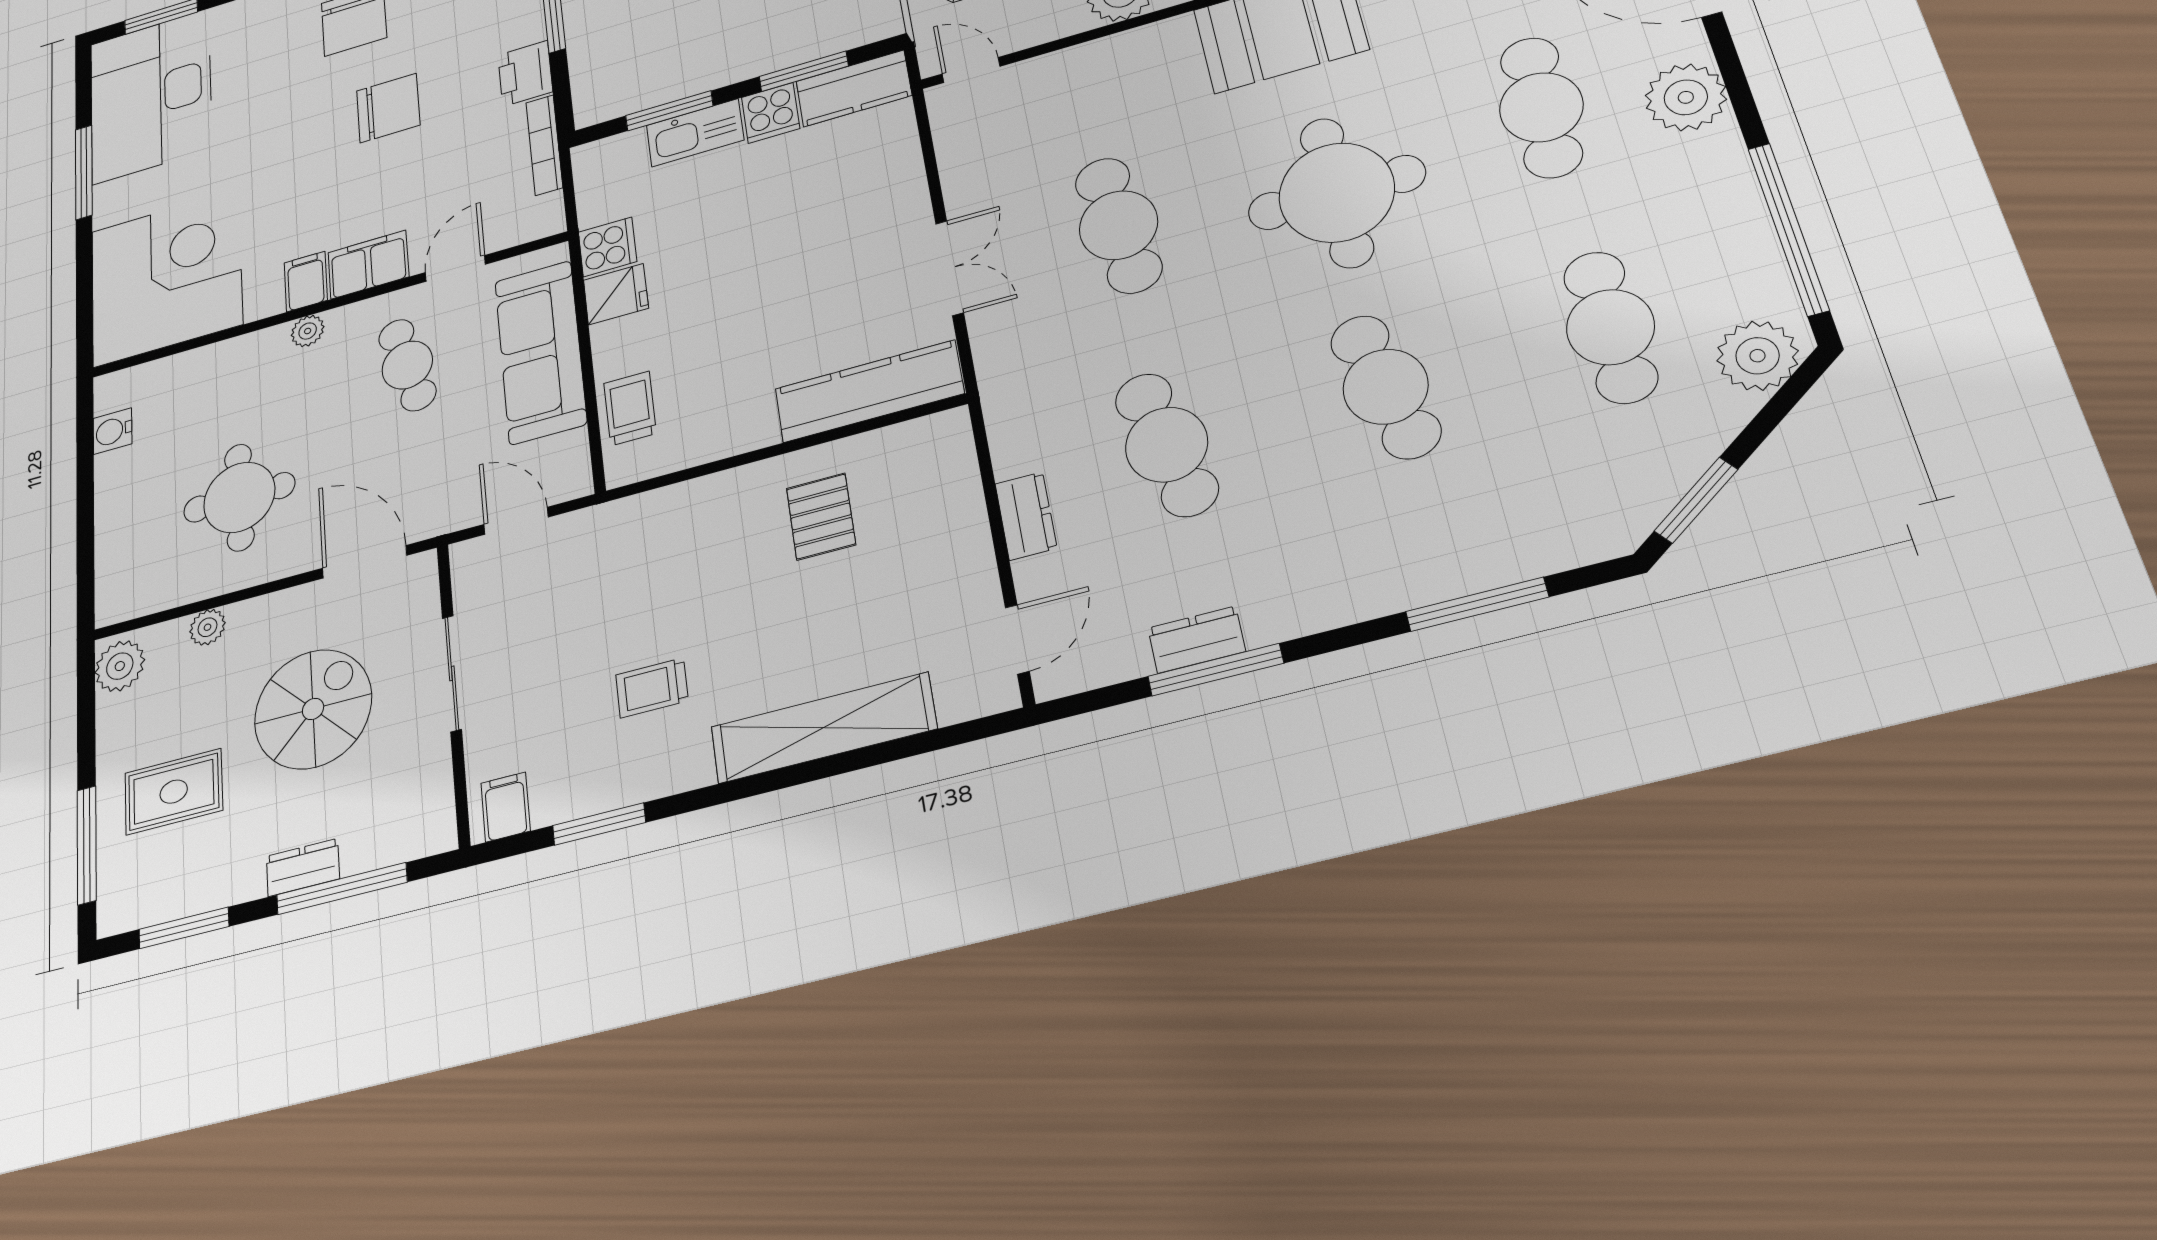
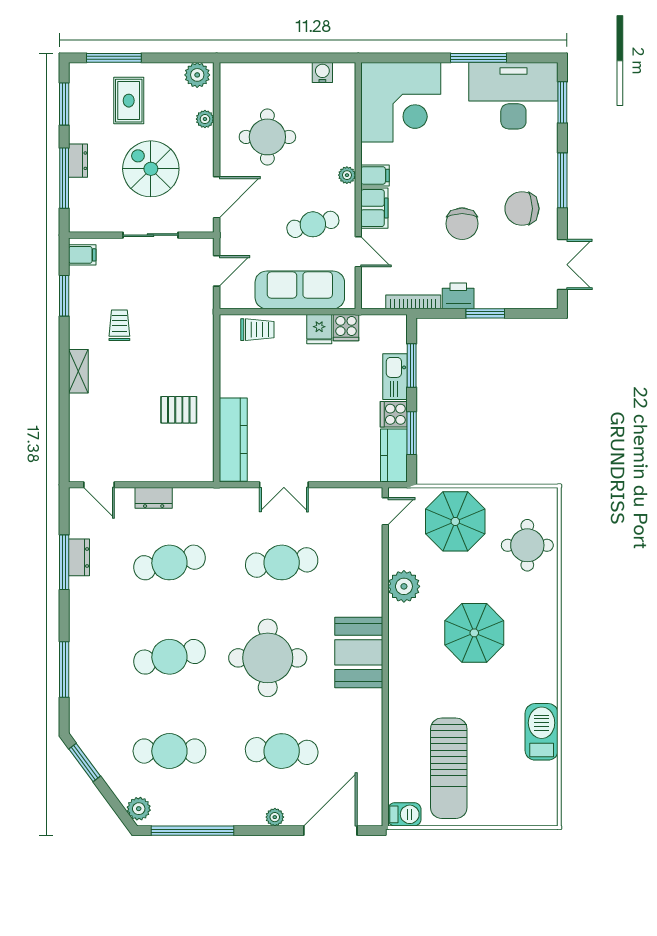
plant: (1686, 97) -> (275, 817), width x0.53, depth x0.53
plant: (1758, 356) -> (139, 809), width x0.73, depth x0.73
spiral stairs: (313, 709) -> (151, 169), turned 180
shelving: (823, 728) -> (78, 371), width x0.45, depth x0.75

